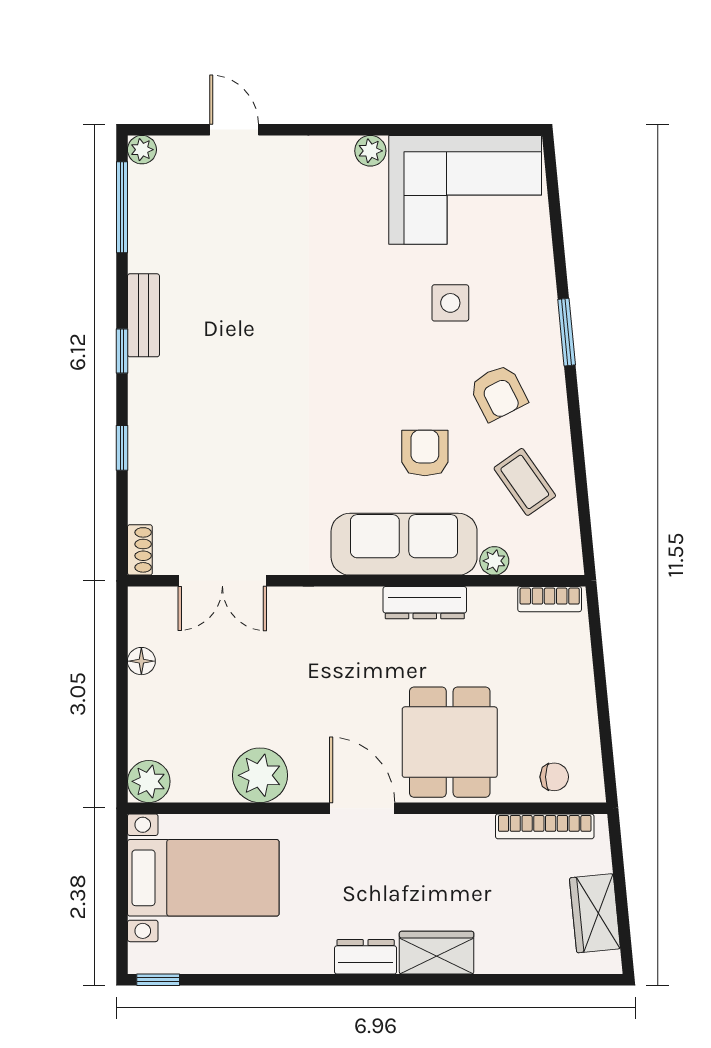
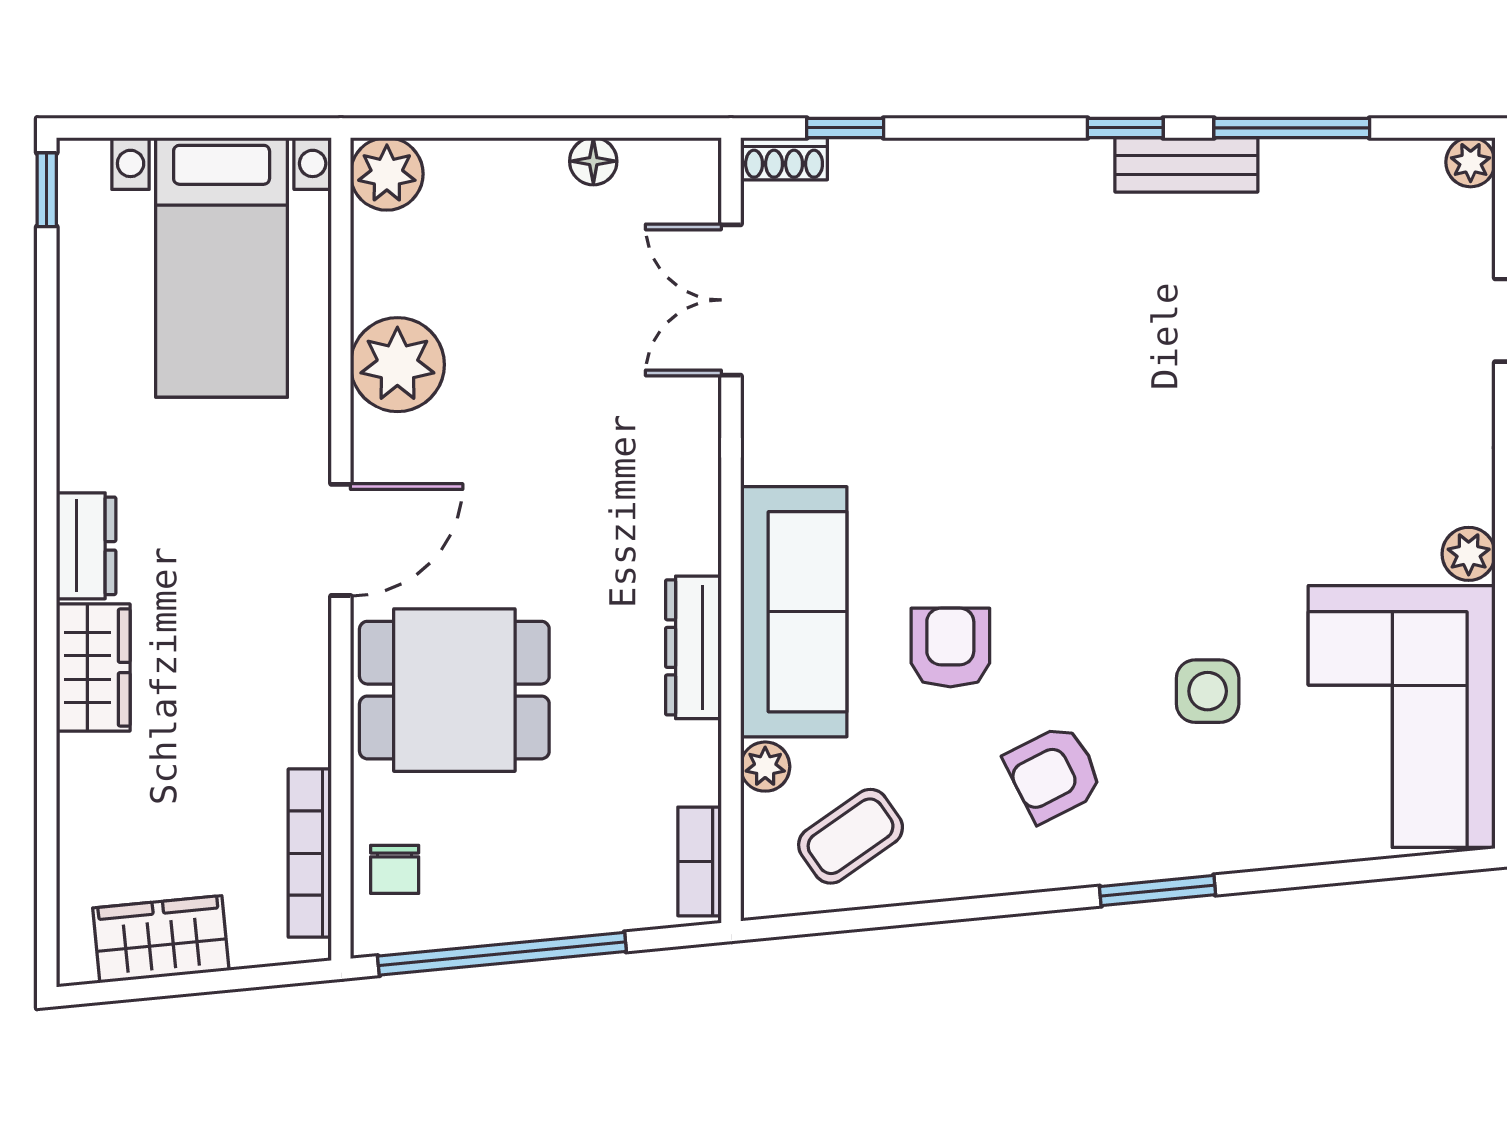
window: (122, 207) -> (1292, 128), moved
window: (122, 448) -> (845, 128), moved
armchair: (425, 453) -> (950, 647), turned -90
coffee table: (525, 482) -> (851, 836), moved
window: (603, 714) -> (502, 954), added

